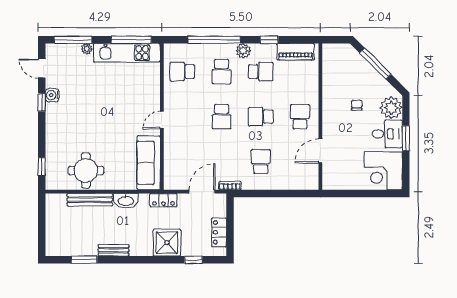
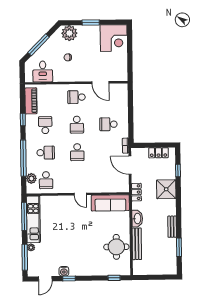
plant: (243, 51) -> (31, 178), moved
school desk: (221, 117) -> (77, 152), turned 90
desk: (387, 134) -> (43, 71), moved, turned 180

